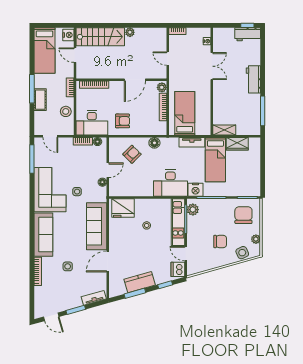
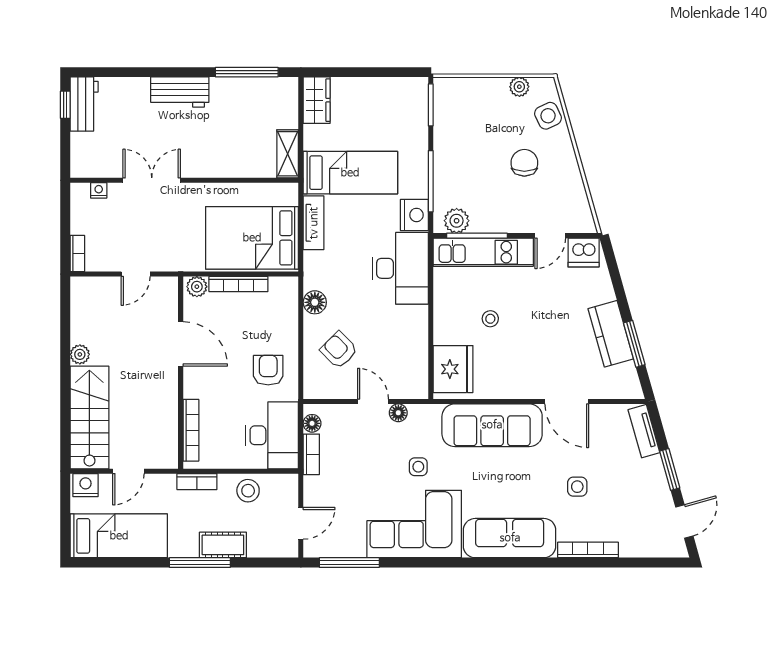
bed: (185, 113) -> (252, 238), width x1.50
wardrobe: (237, 144) -> (317, 100), moved
chair: (243, 215) -> (468, 113), removed
window: (165, 285) -> (616, 279), removed

